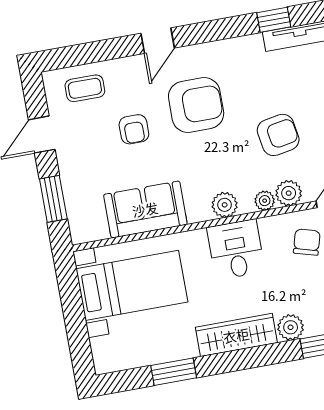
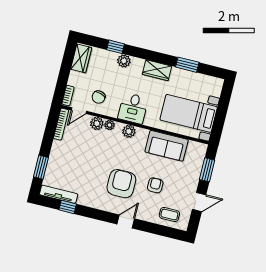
armchair: (196, 105) -> (121, 184), turned 90
armchair: (278, 135) -> (90, 153), removed
wardrobe: (236, 335) -> (157, 70), width x0.67

